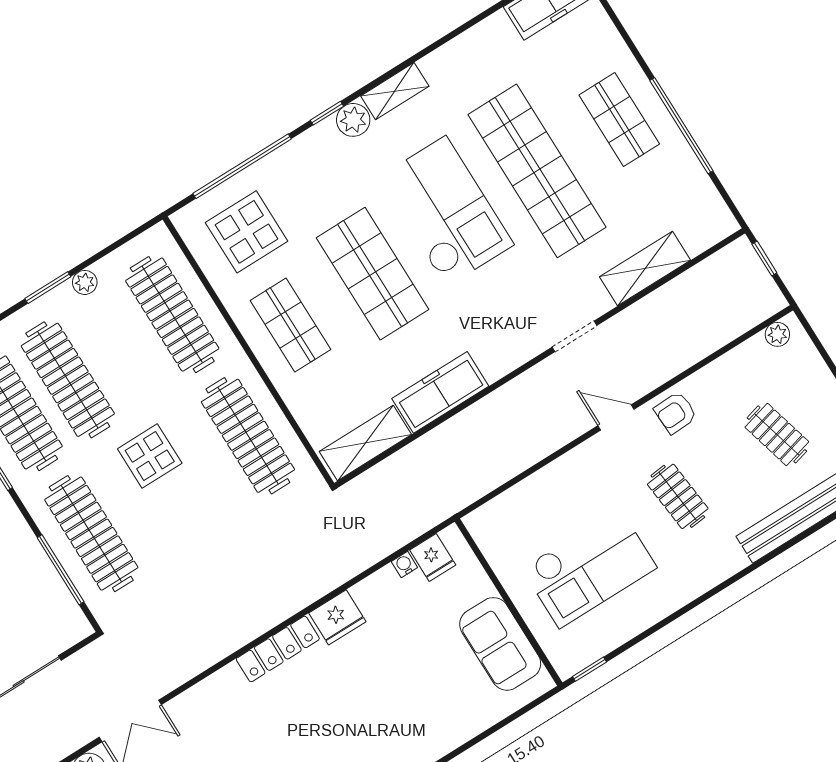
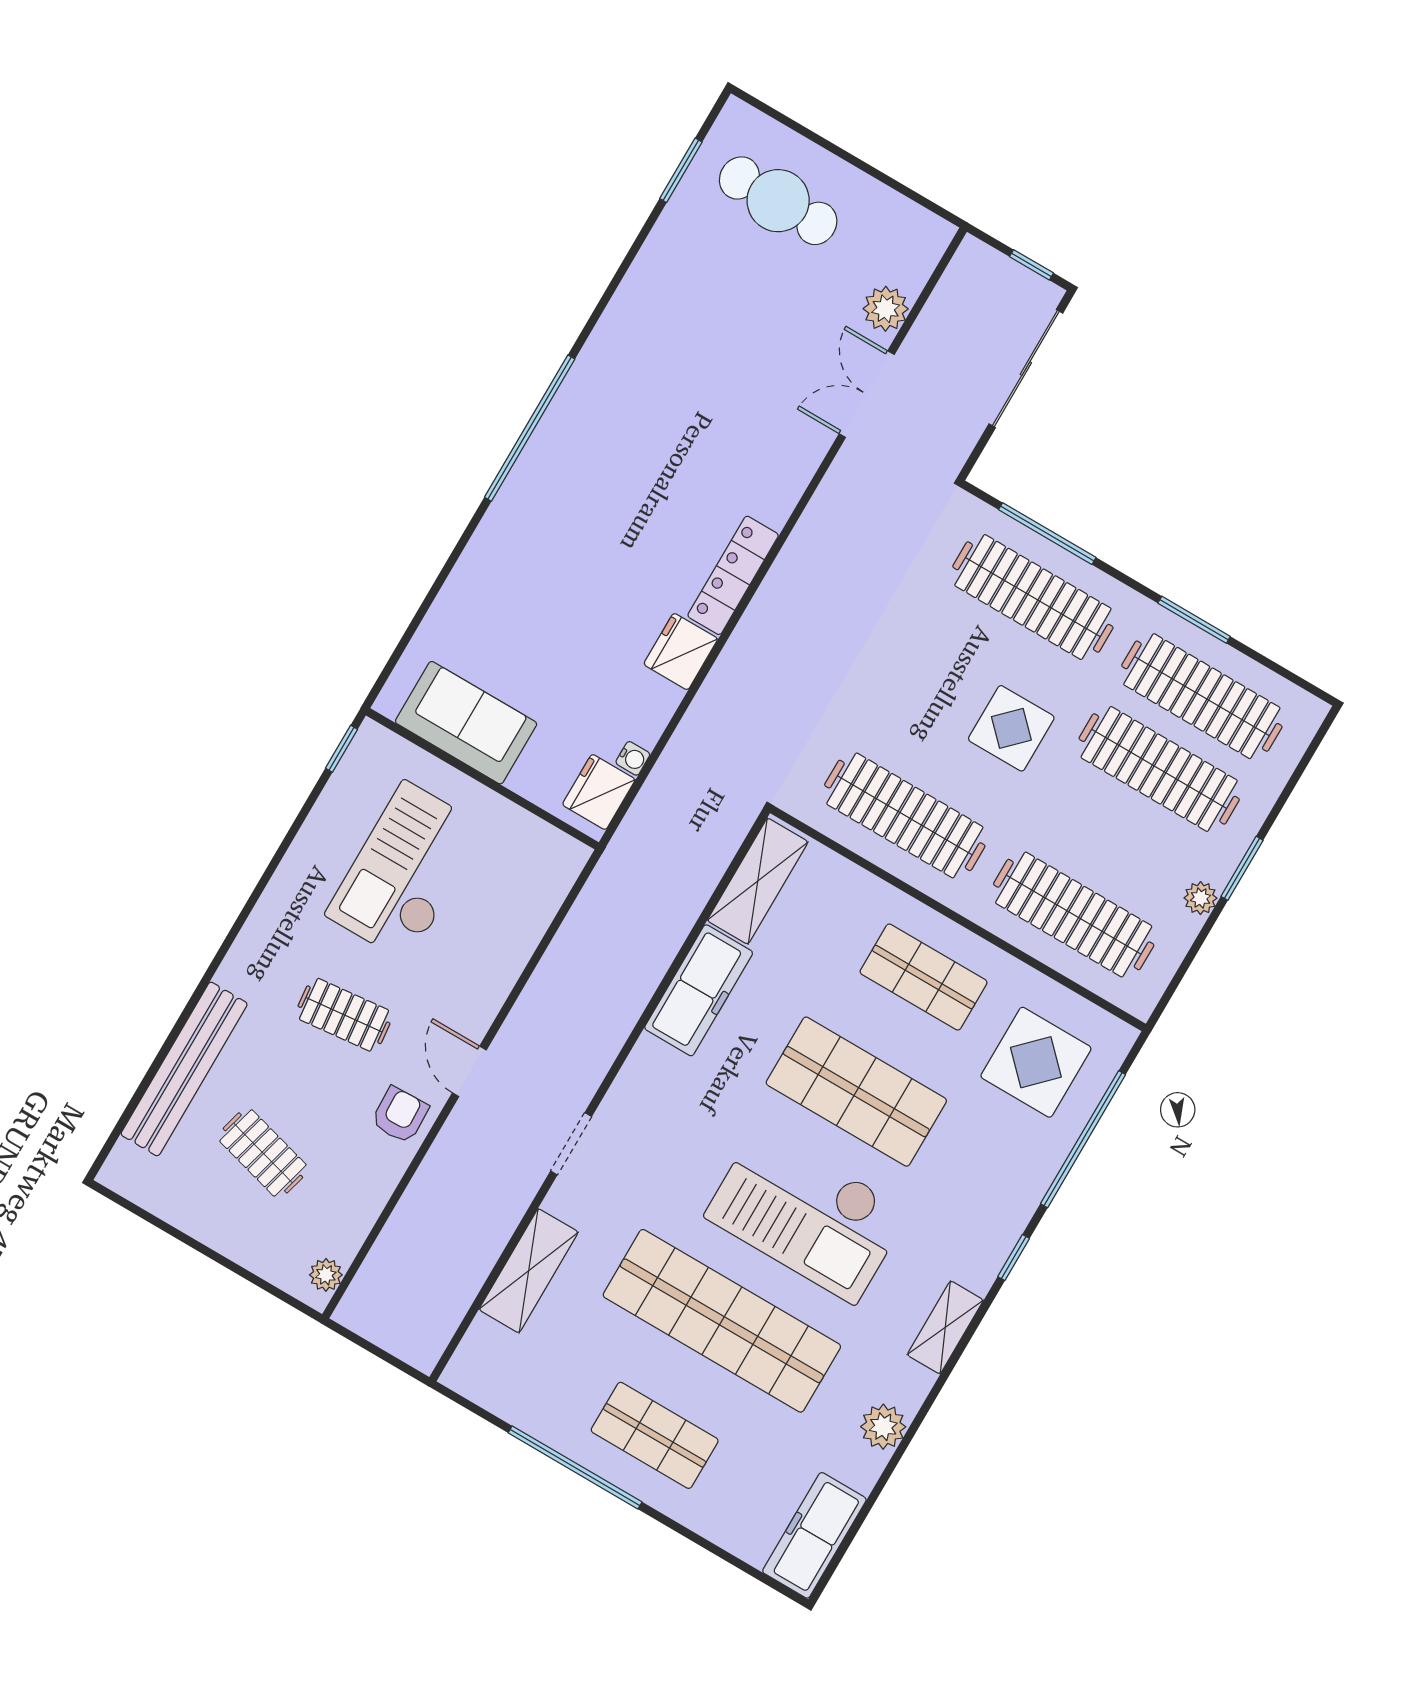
plant: (353, 120) -> (883, 1427), moved
window: (764, 259) -> (390, 1359), removed
door: (616, 417) -> (469, 1071), swing flipped
clothes rail: (777, 434) -> (263, 1153), turned 30
fridge: (433, 557) -> (599, 792), width x1.38

